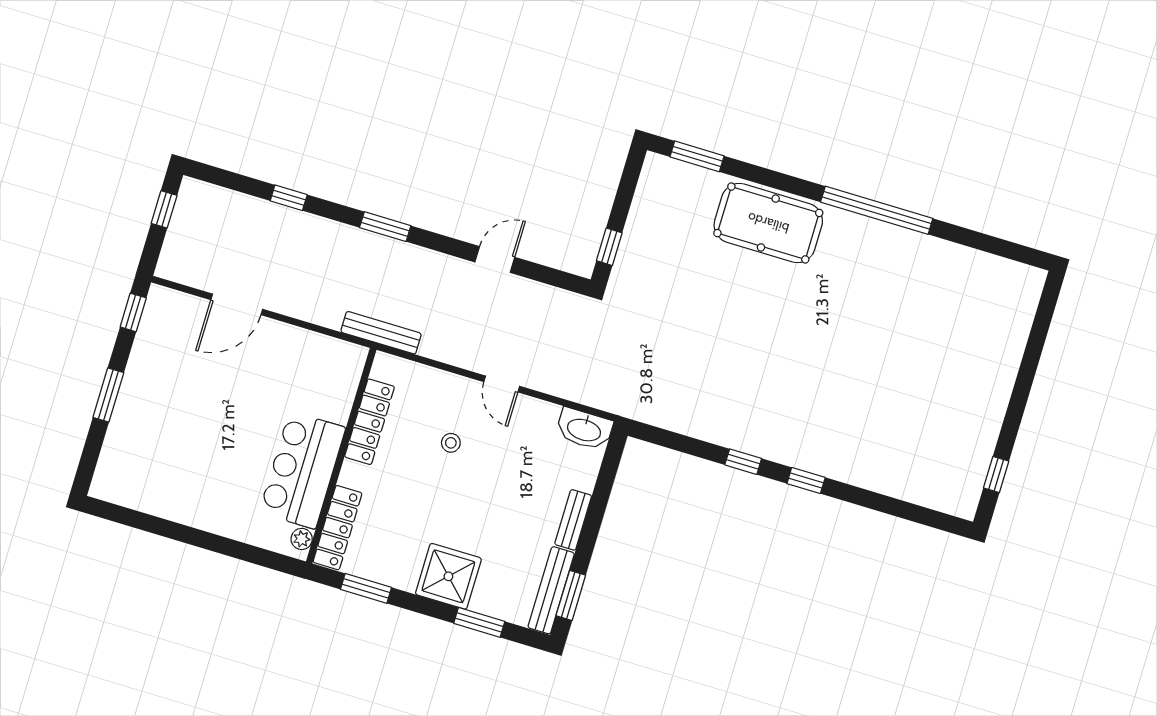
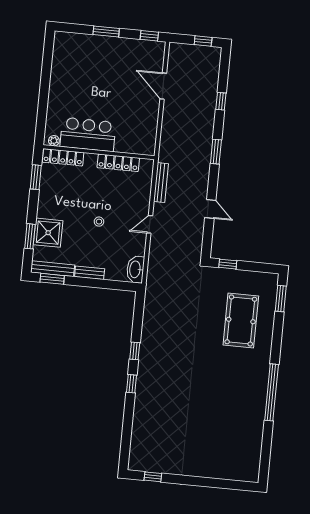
pool table: (768, 223) -> (241, 321), moved
bench: (381, 333) -> (161, 183), moved
stool: (451, 443) -> (99, 222), moved
shower: (448, 576) -> (48, 233), moved

